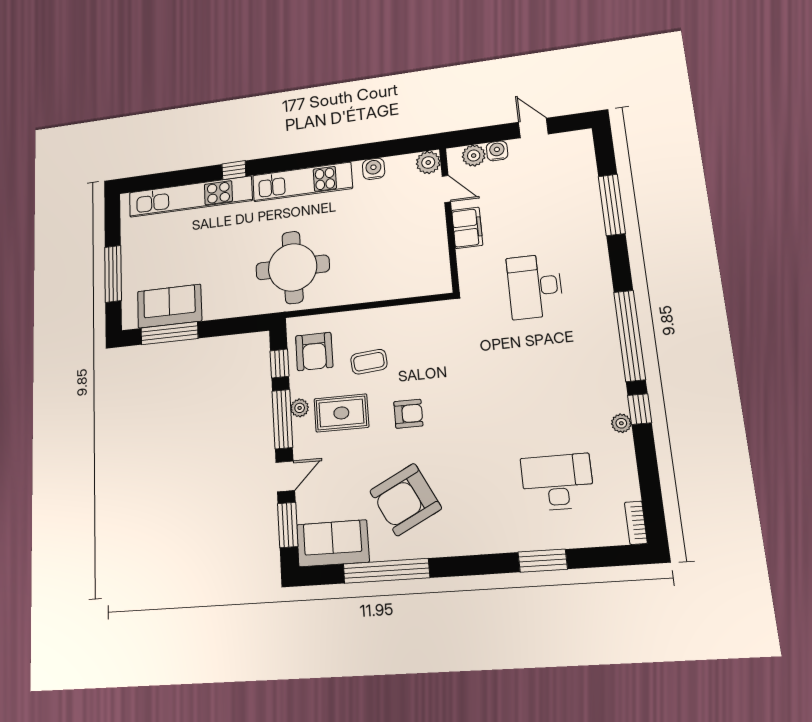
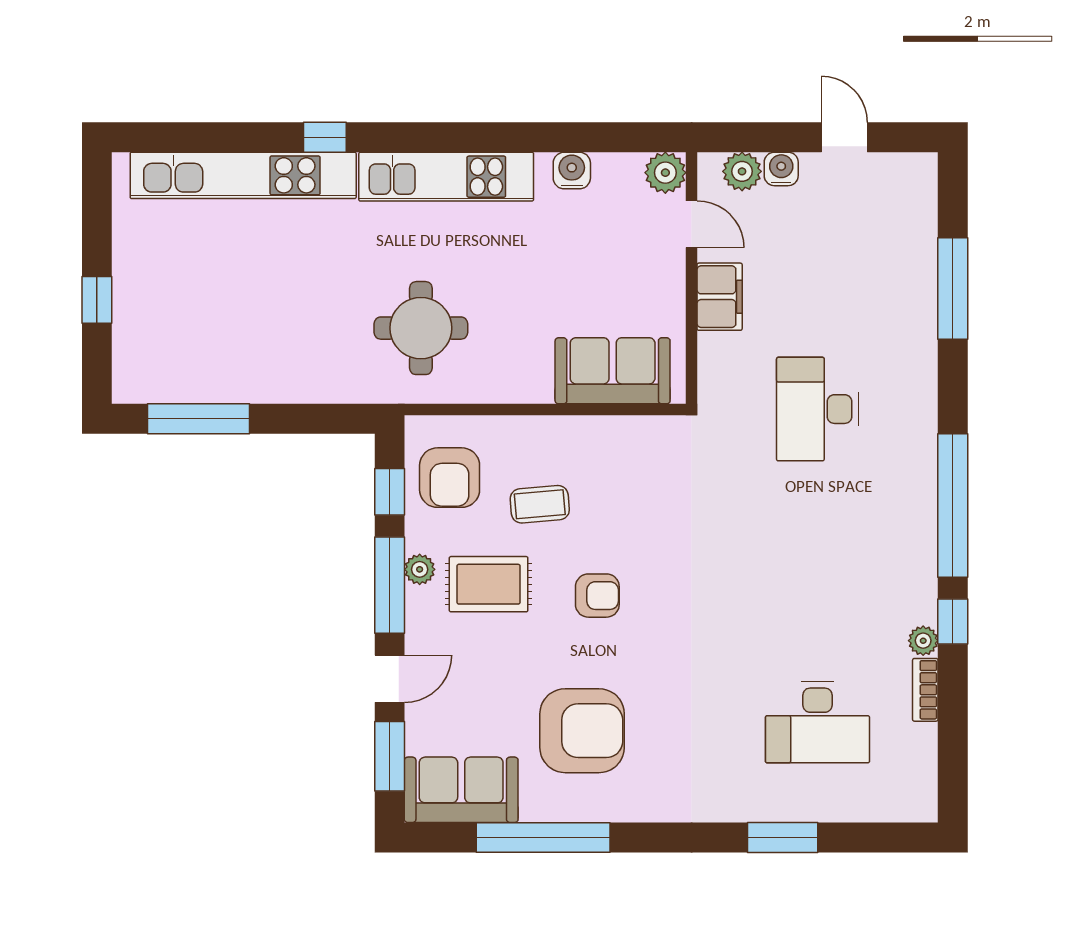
round table: (293, 267) -> (421, 328), width x0.73, depth x0.73
window: (113, 274) -> (97, 300), width x0.46
sofa: (169, 306) -> (613, 371), moved
desk: (557, 482) -> (817, 722), turned 180
armchair: (406, 500) -> (582, 731), turned -153
bookcase: (636, 523) -> (925, 690), moved

